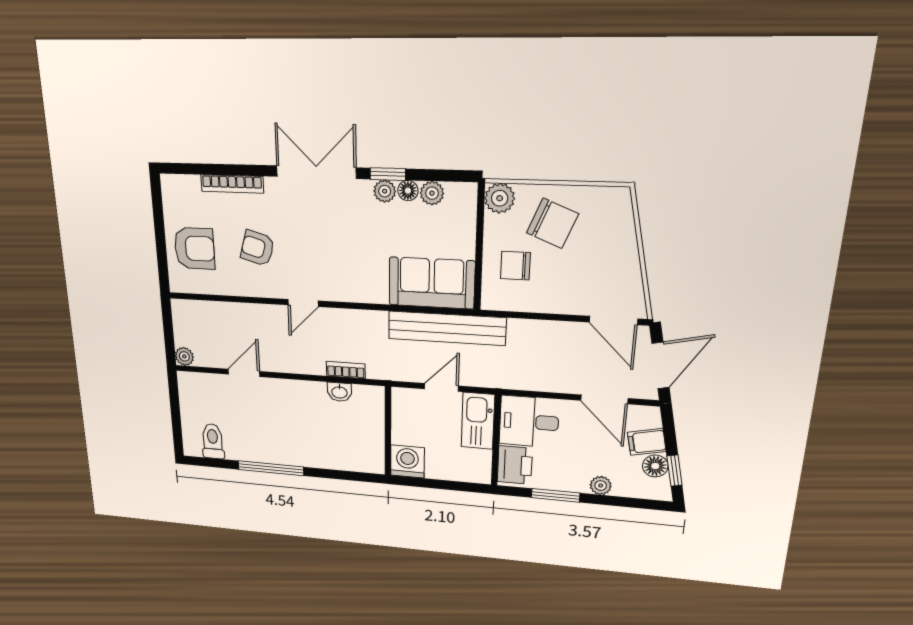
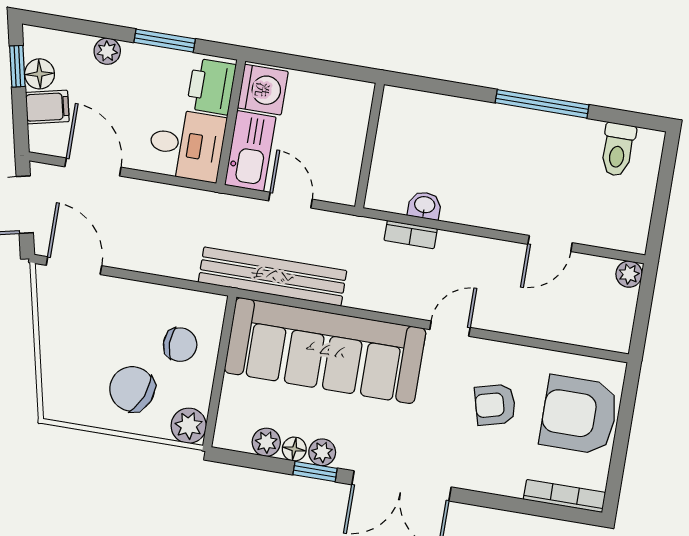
bookcase: (232, 184) -> (564, 496), moved
armchair: (194, 248) -> (579, 415), width x1.36, depth x1.36
armchair: (257, 248) -> (495, 405), turned 149
sofa: (432, 283) -> (325, 351), width x1.85, depth x1.27
door: (441, 387) -> (290, 200), swing flipped
washing machine: (407, 462) -> (263, 90), moved, turned -90

